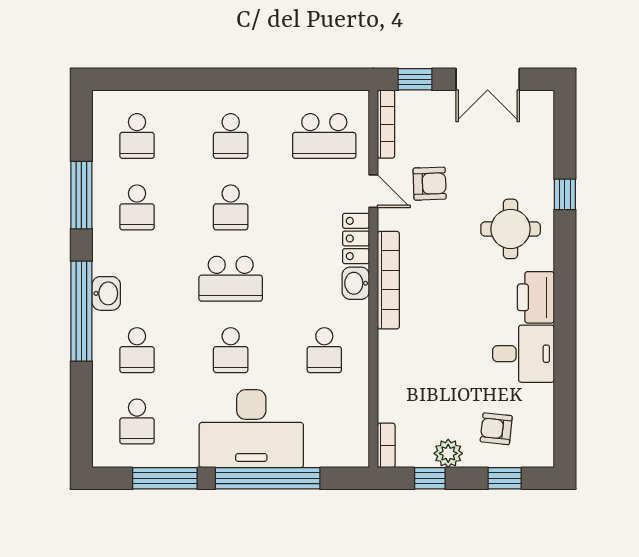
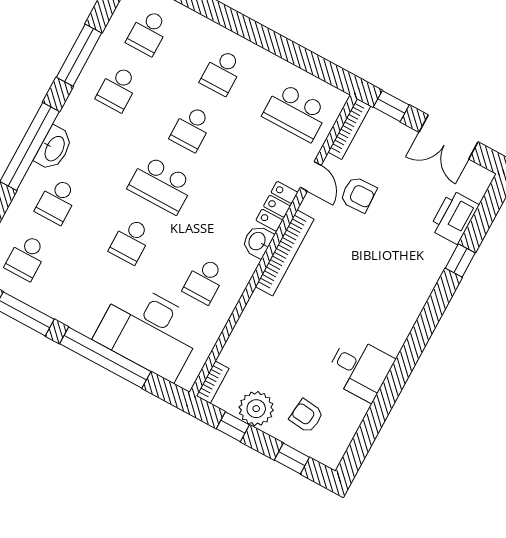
round table: (511, 229) -> (403, 265), removed
washbasin: (106, 293) -> (54, 148), width x1.38
printer: (536, 297) -> (454, 217), moved
desk: (251, 429) -> (149, 331), moved
plant: (448, 453) -> (256, 409), width x1.36, depth x1.36

